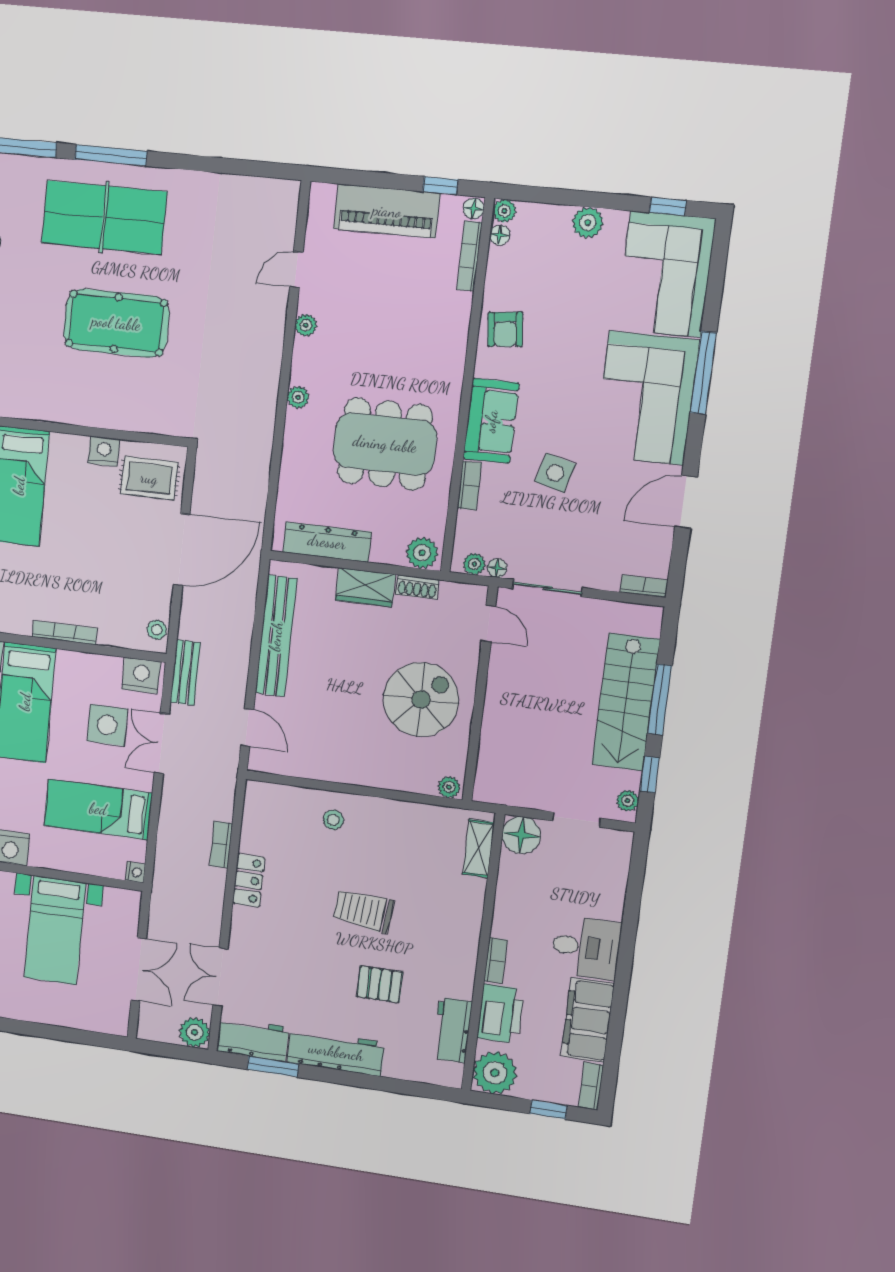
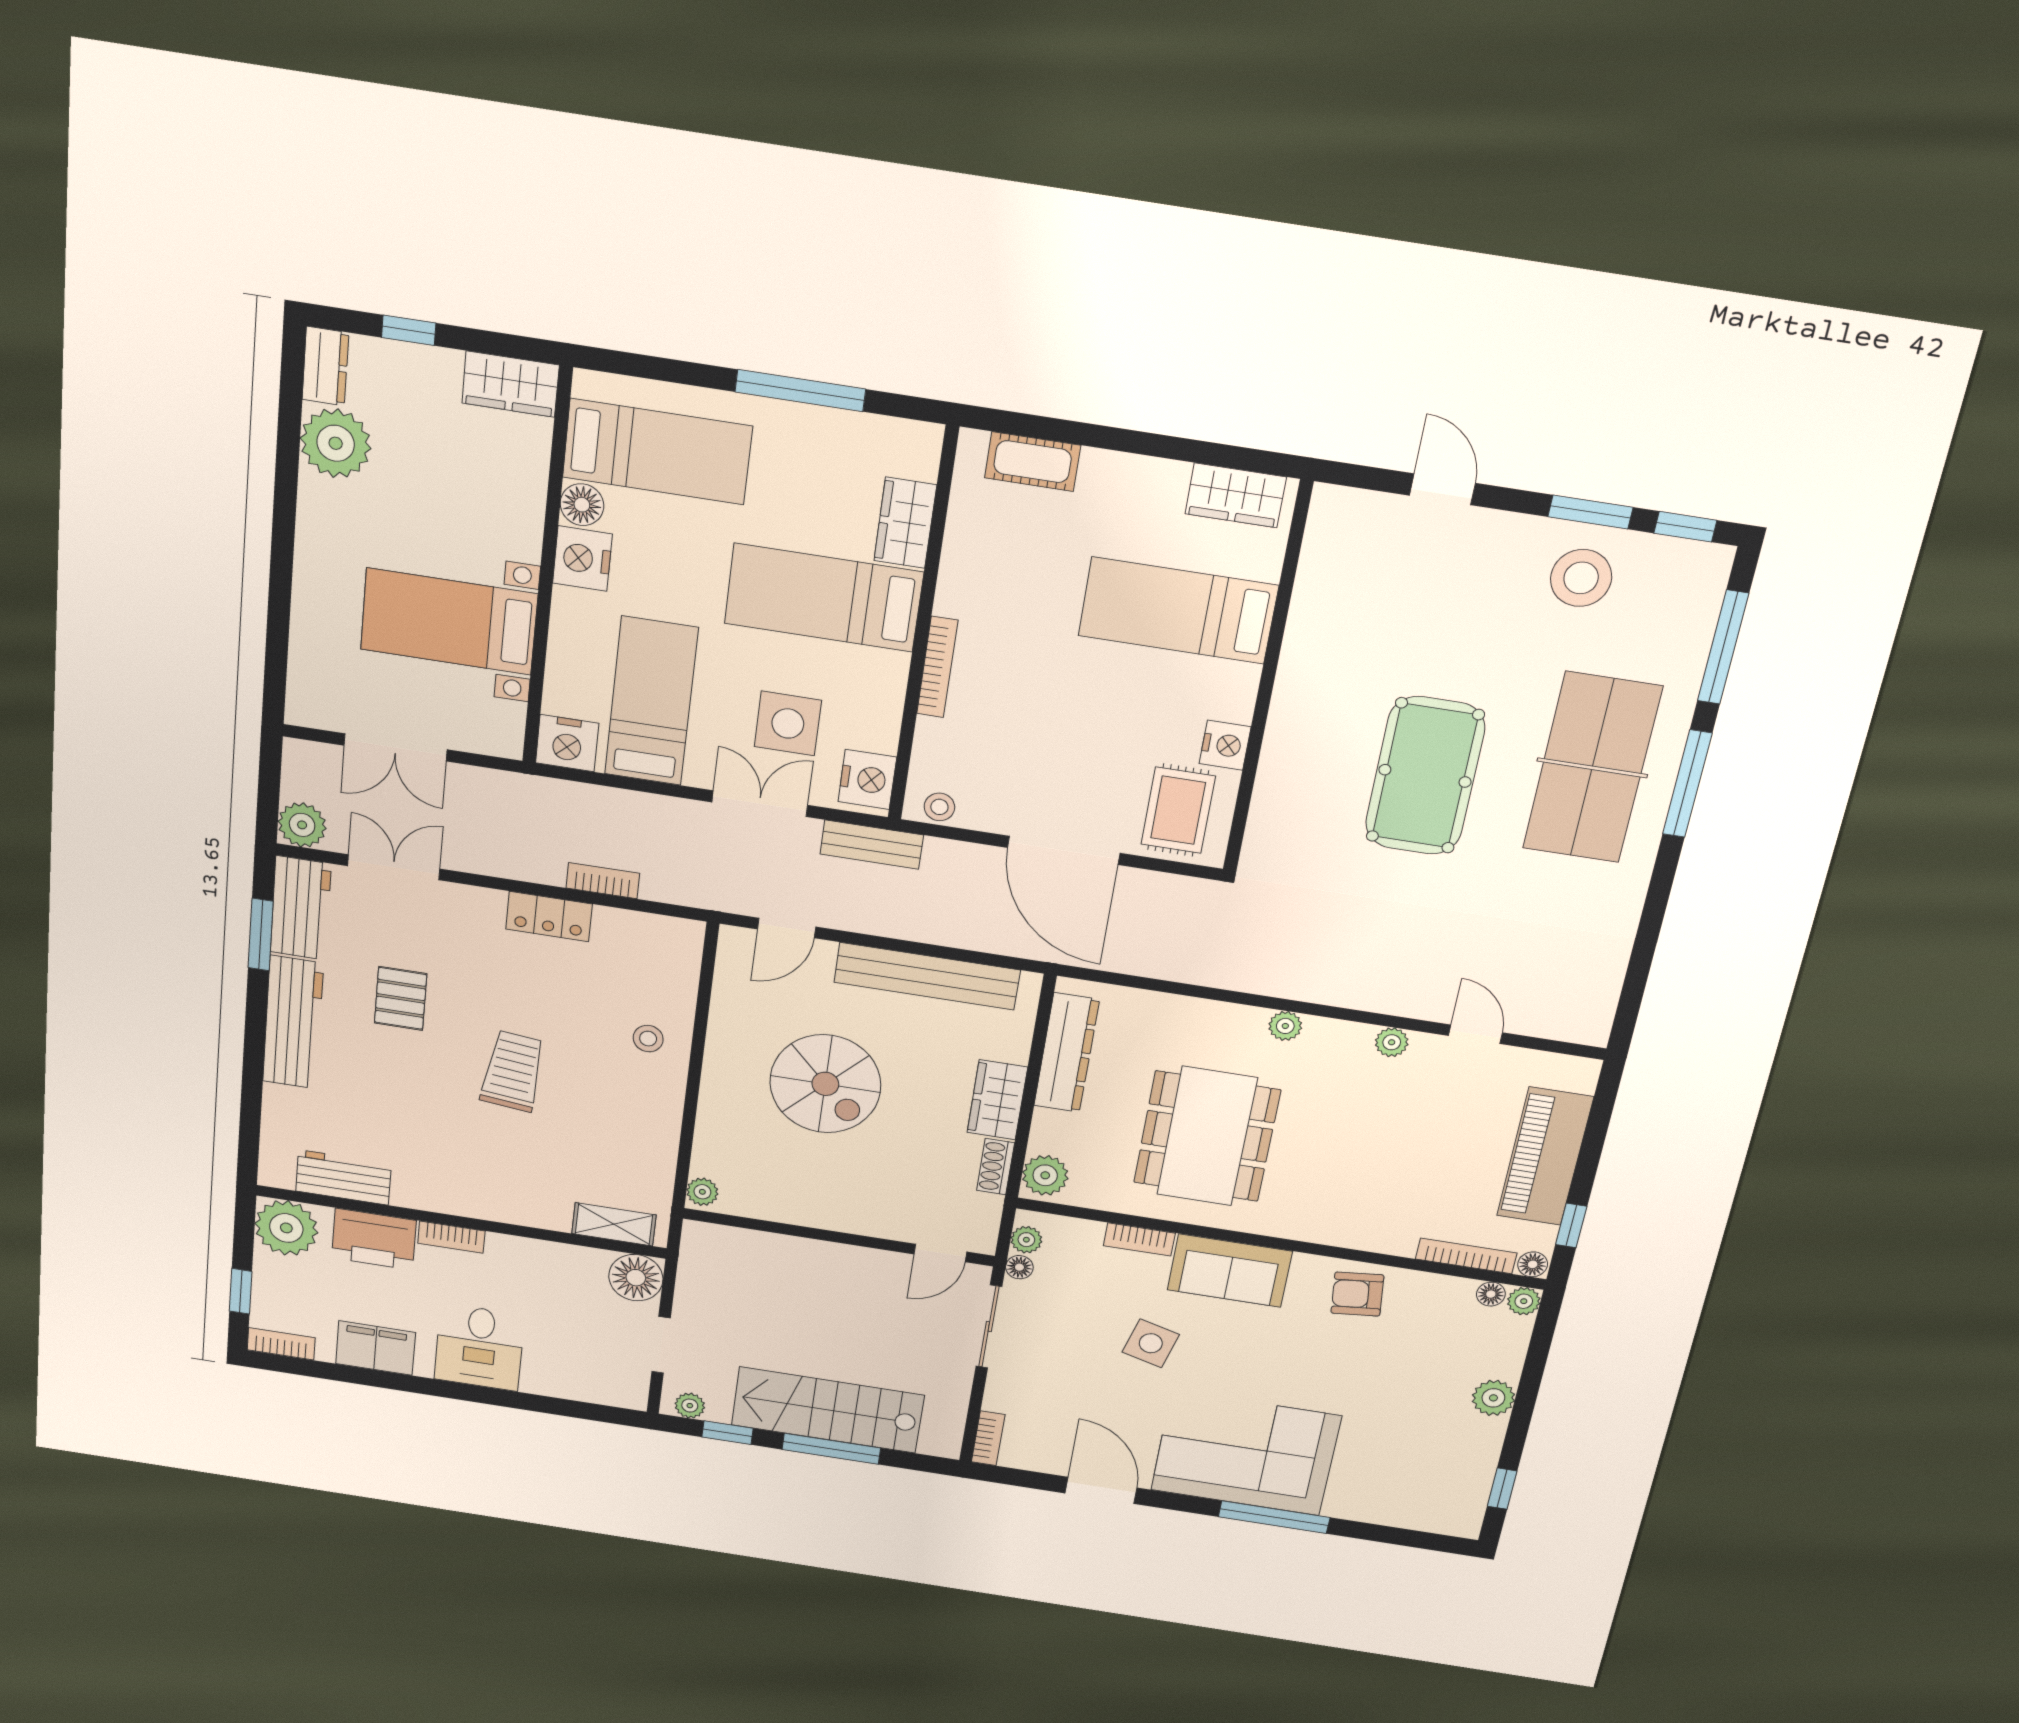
corner sofa: (666, 274) -> (1411, 1482), removed
spiral stairs: (421, 700) -> (825, 1084), moved
nightstand: (135, 872) -> (567, 743), width x1.89, depth x1.79
pallet: (380, 984) -> (401, 998), moved
filing cabinet: (588, 1020) -> (376, 1348), width x0.67, depth x0.86

